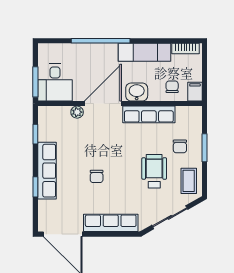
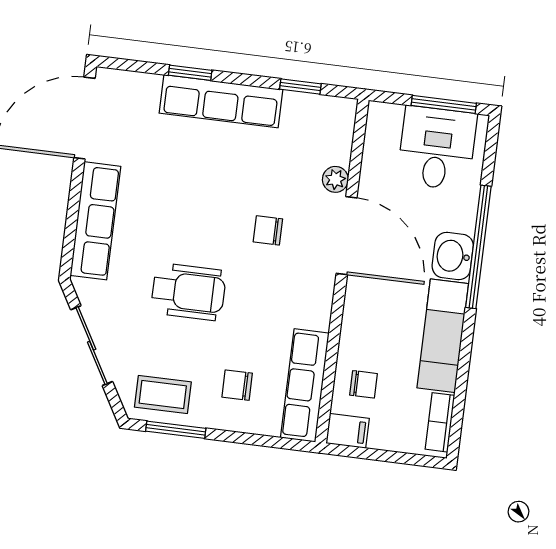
window: (35, 82) -> (444, 104), moved
desk: (55, 83) -> (437, 148), moved, turned 90
washbasin: (137, 92) -> (453, 256), moved, turned 180
row of seats: (149, 114) -> (305, 385), moved
window: (205, 148) -> (176, 430), moved
wheelchair: (154, 171) -> (189, 292), moved
chair: (97, 176) -> (268, 230), moved

